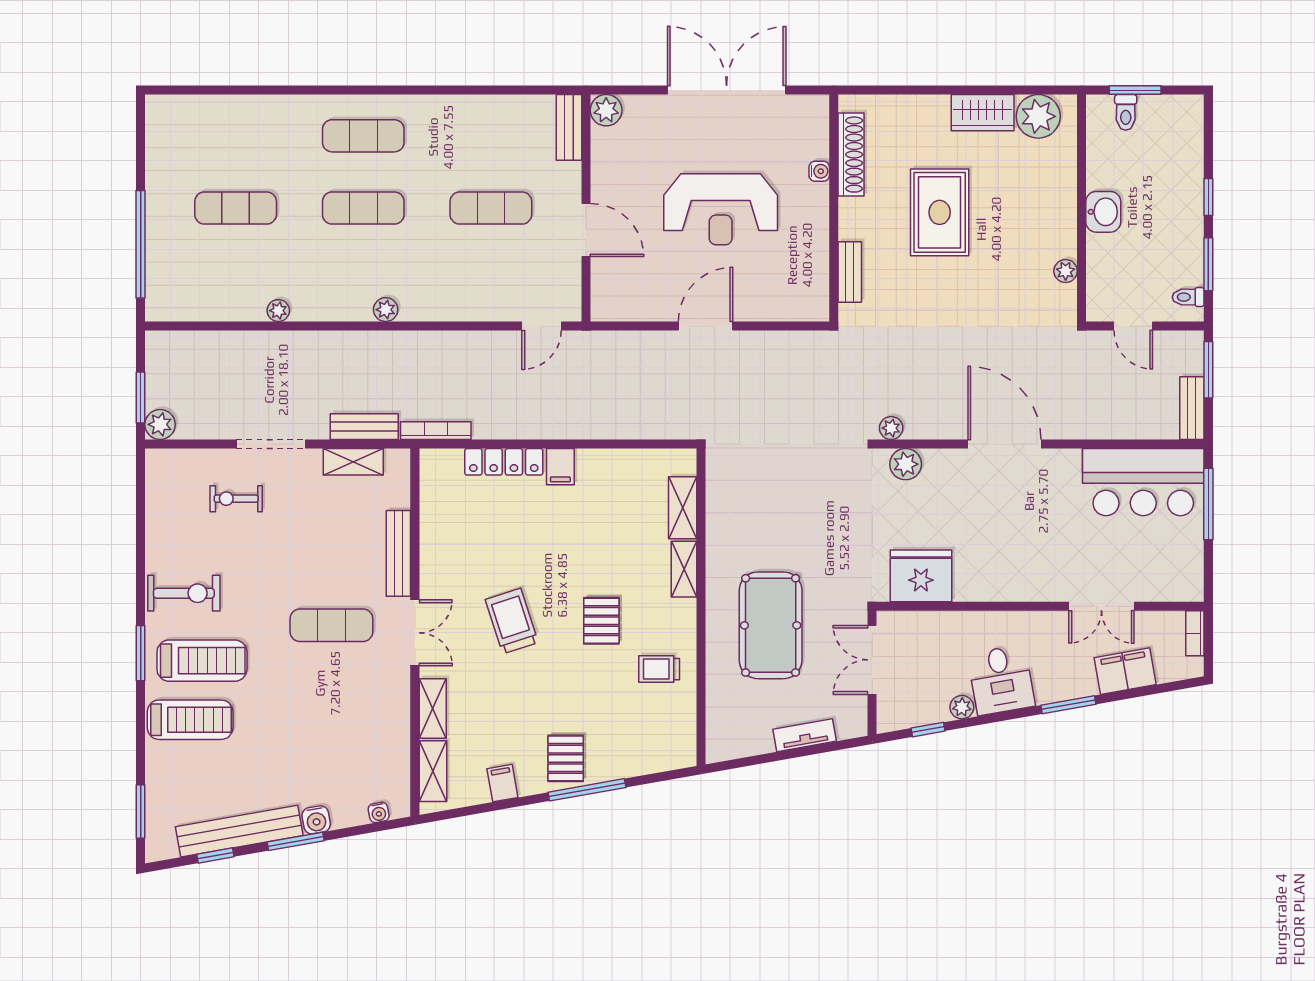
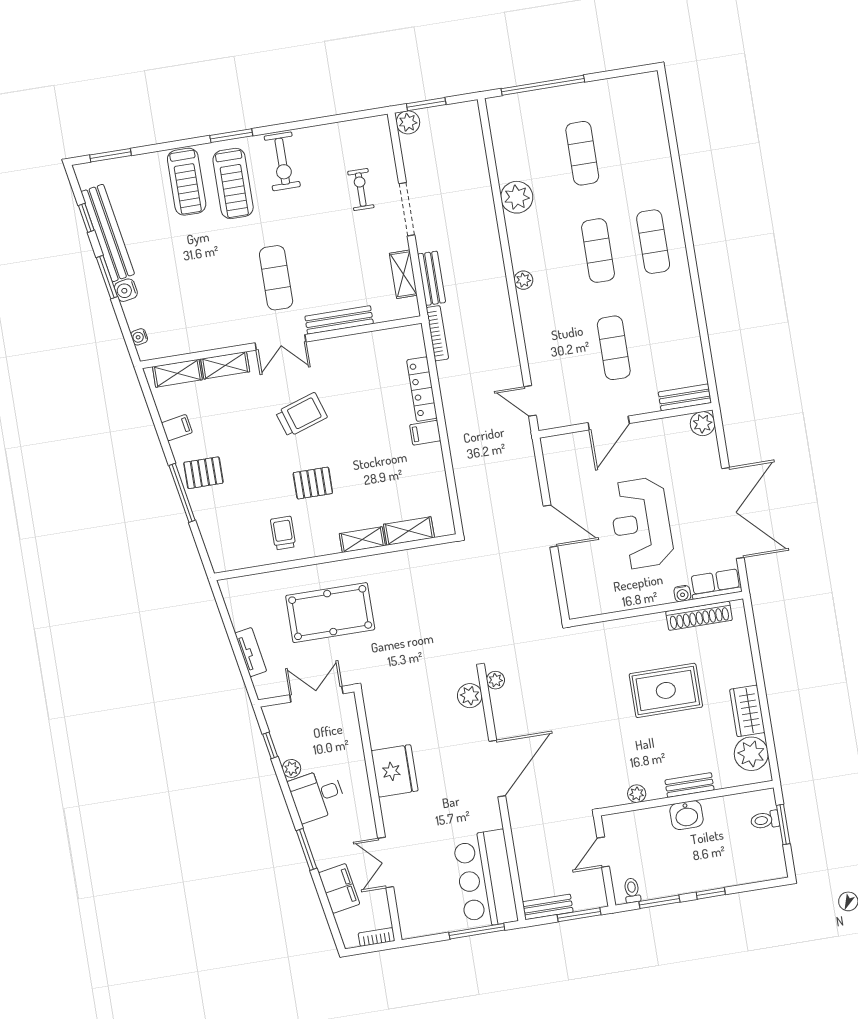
row of seats: (814, 127) -> (716, 584), added
bench: (850, 272) -> (689, 785), moved
plant: (278, 311) -> (517, 197), width x1.88, depth x1.88
fridge: (921, 576) -> (395, 771), moved

